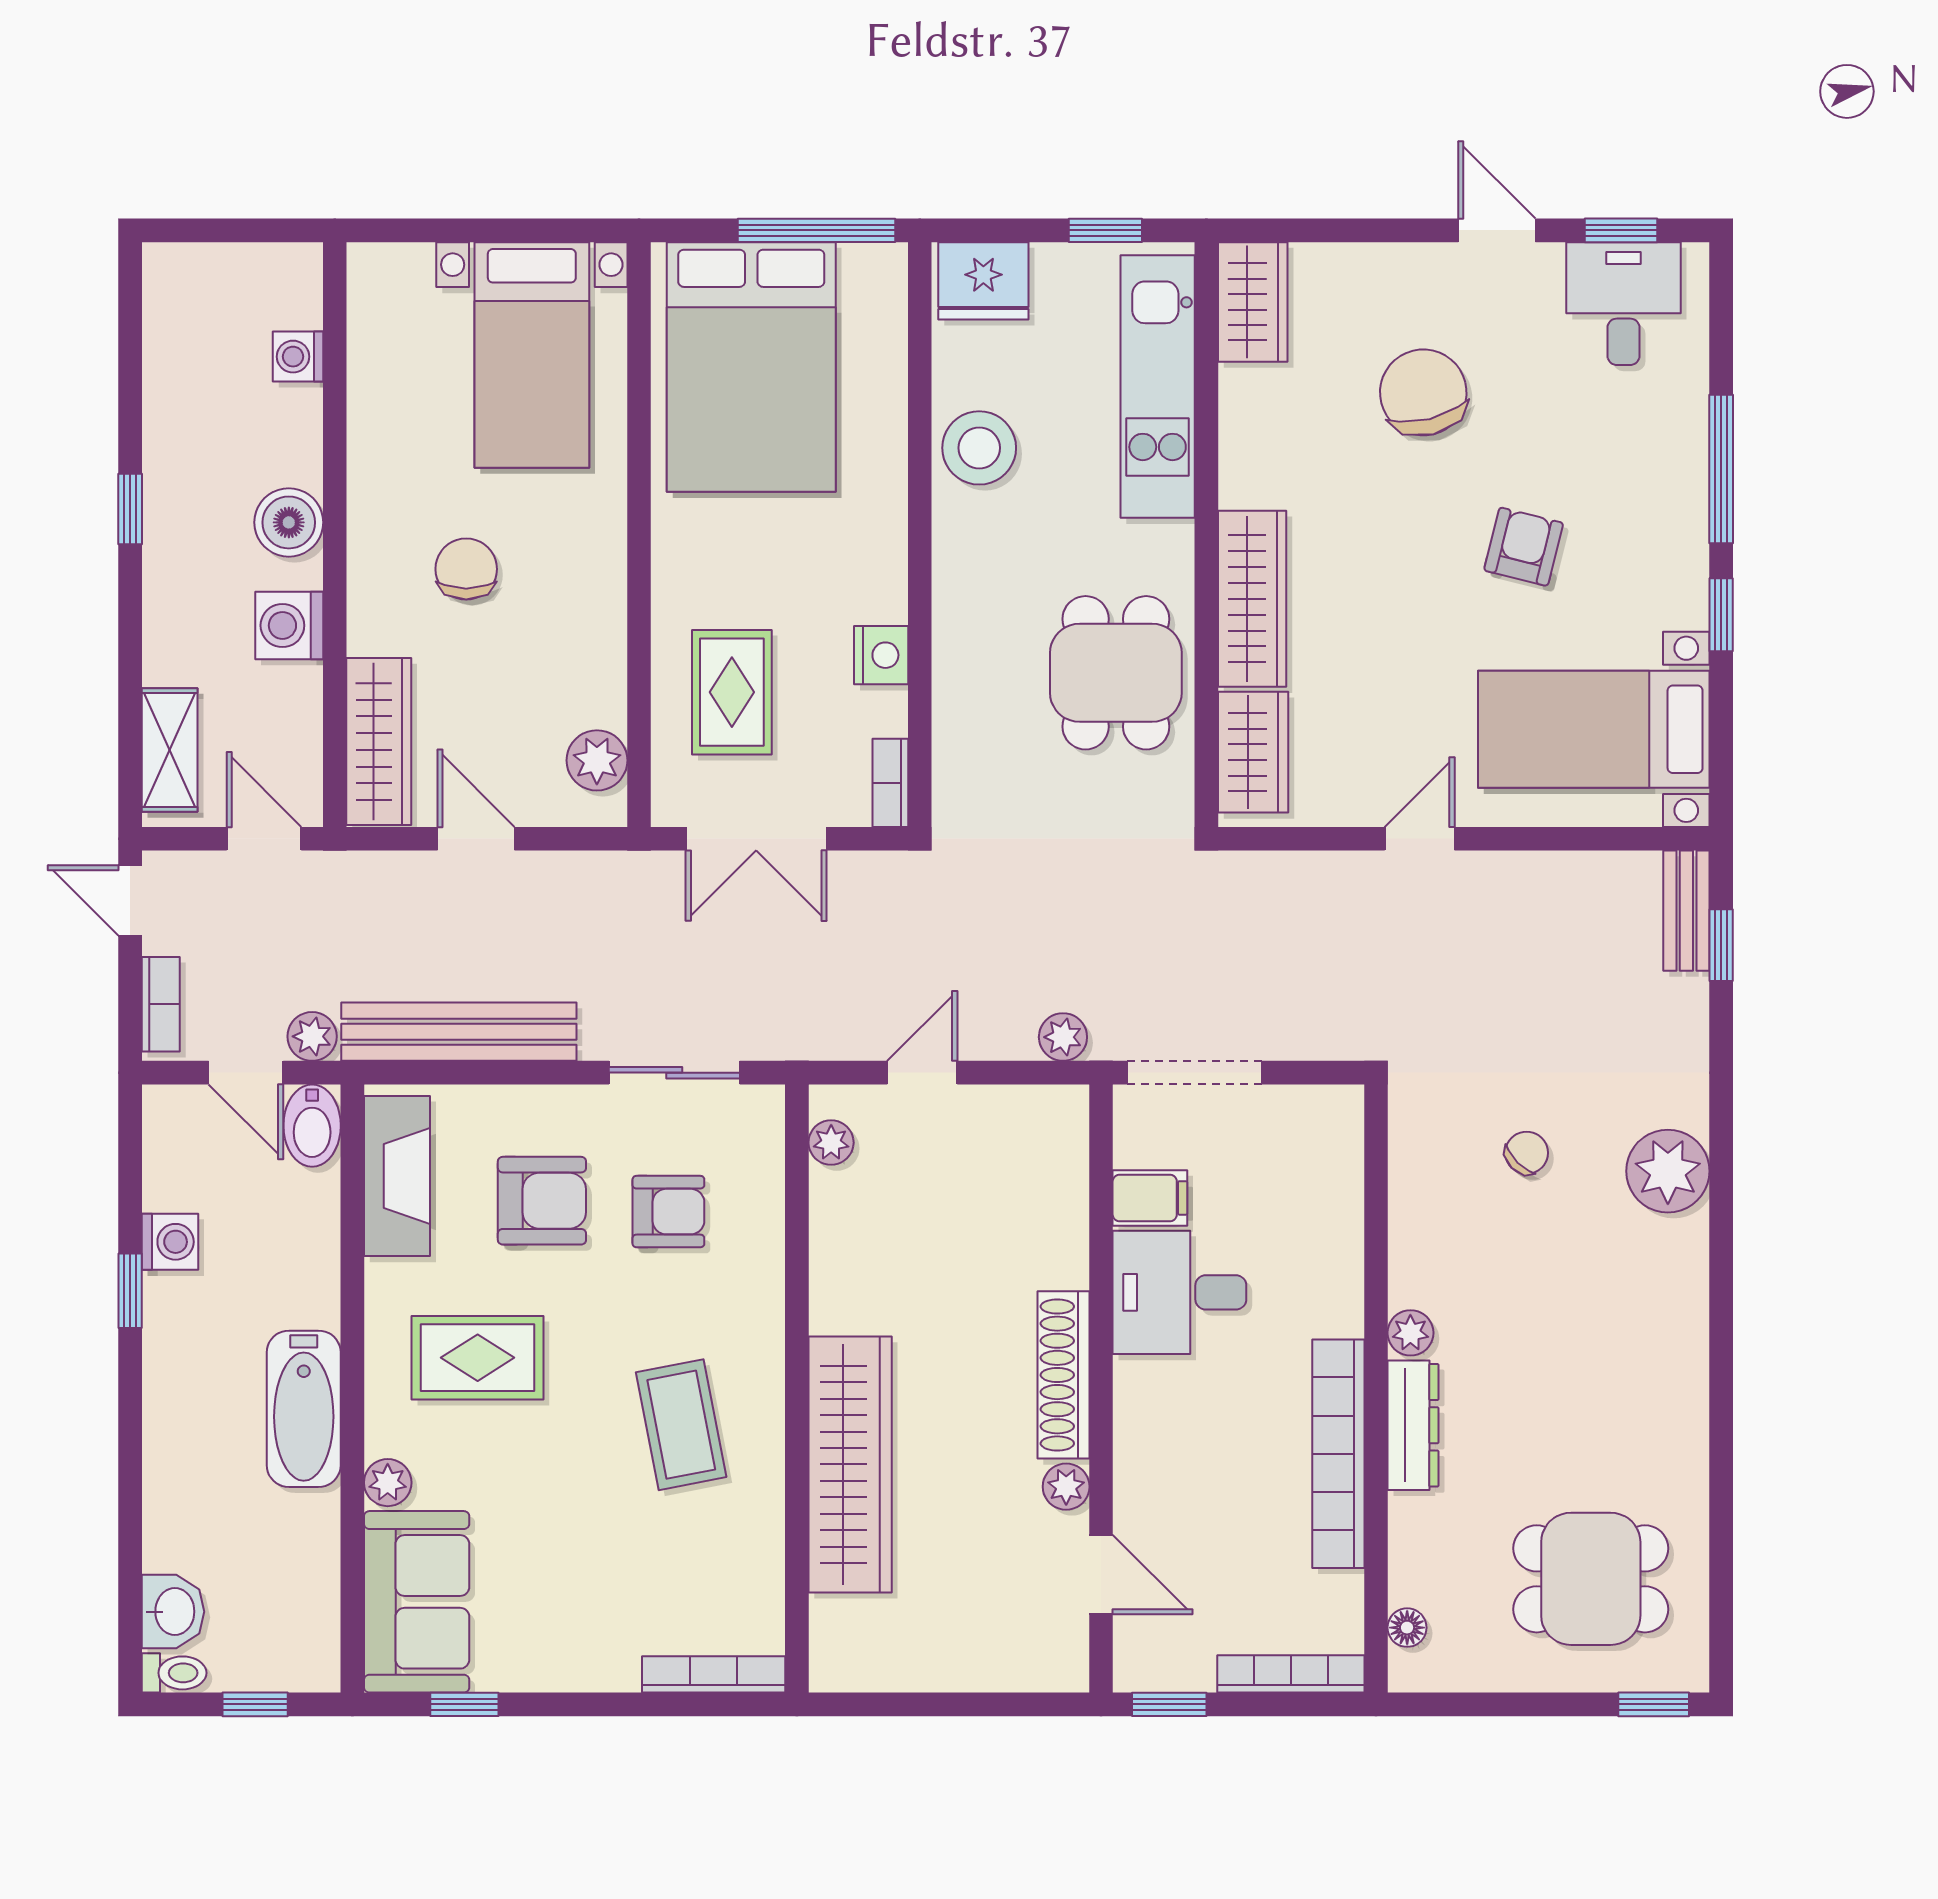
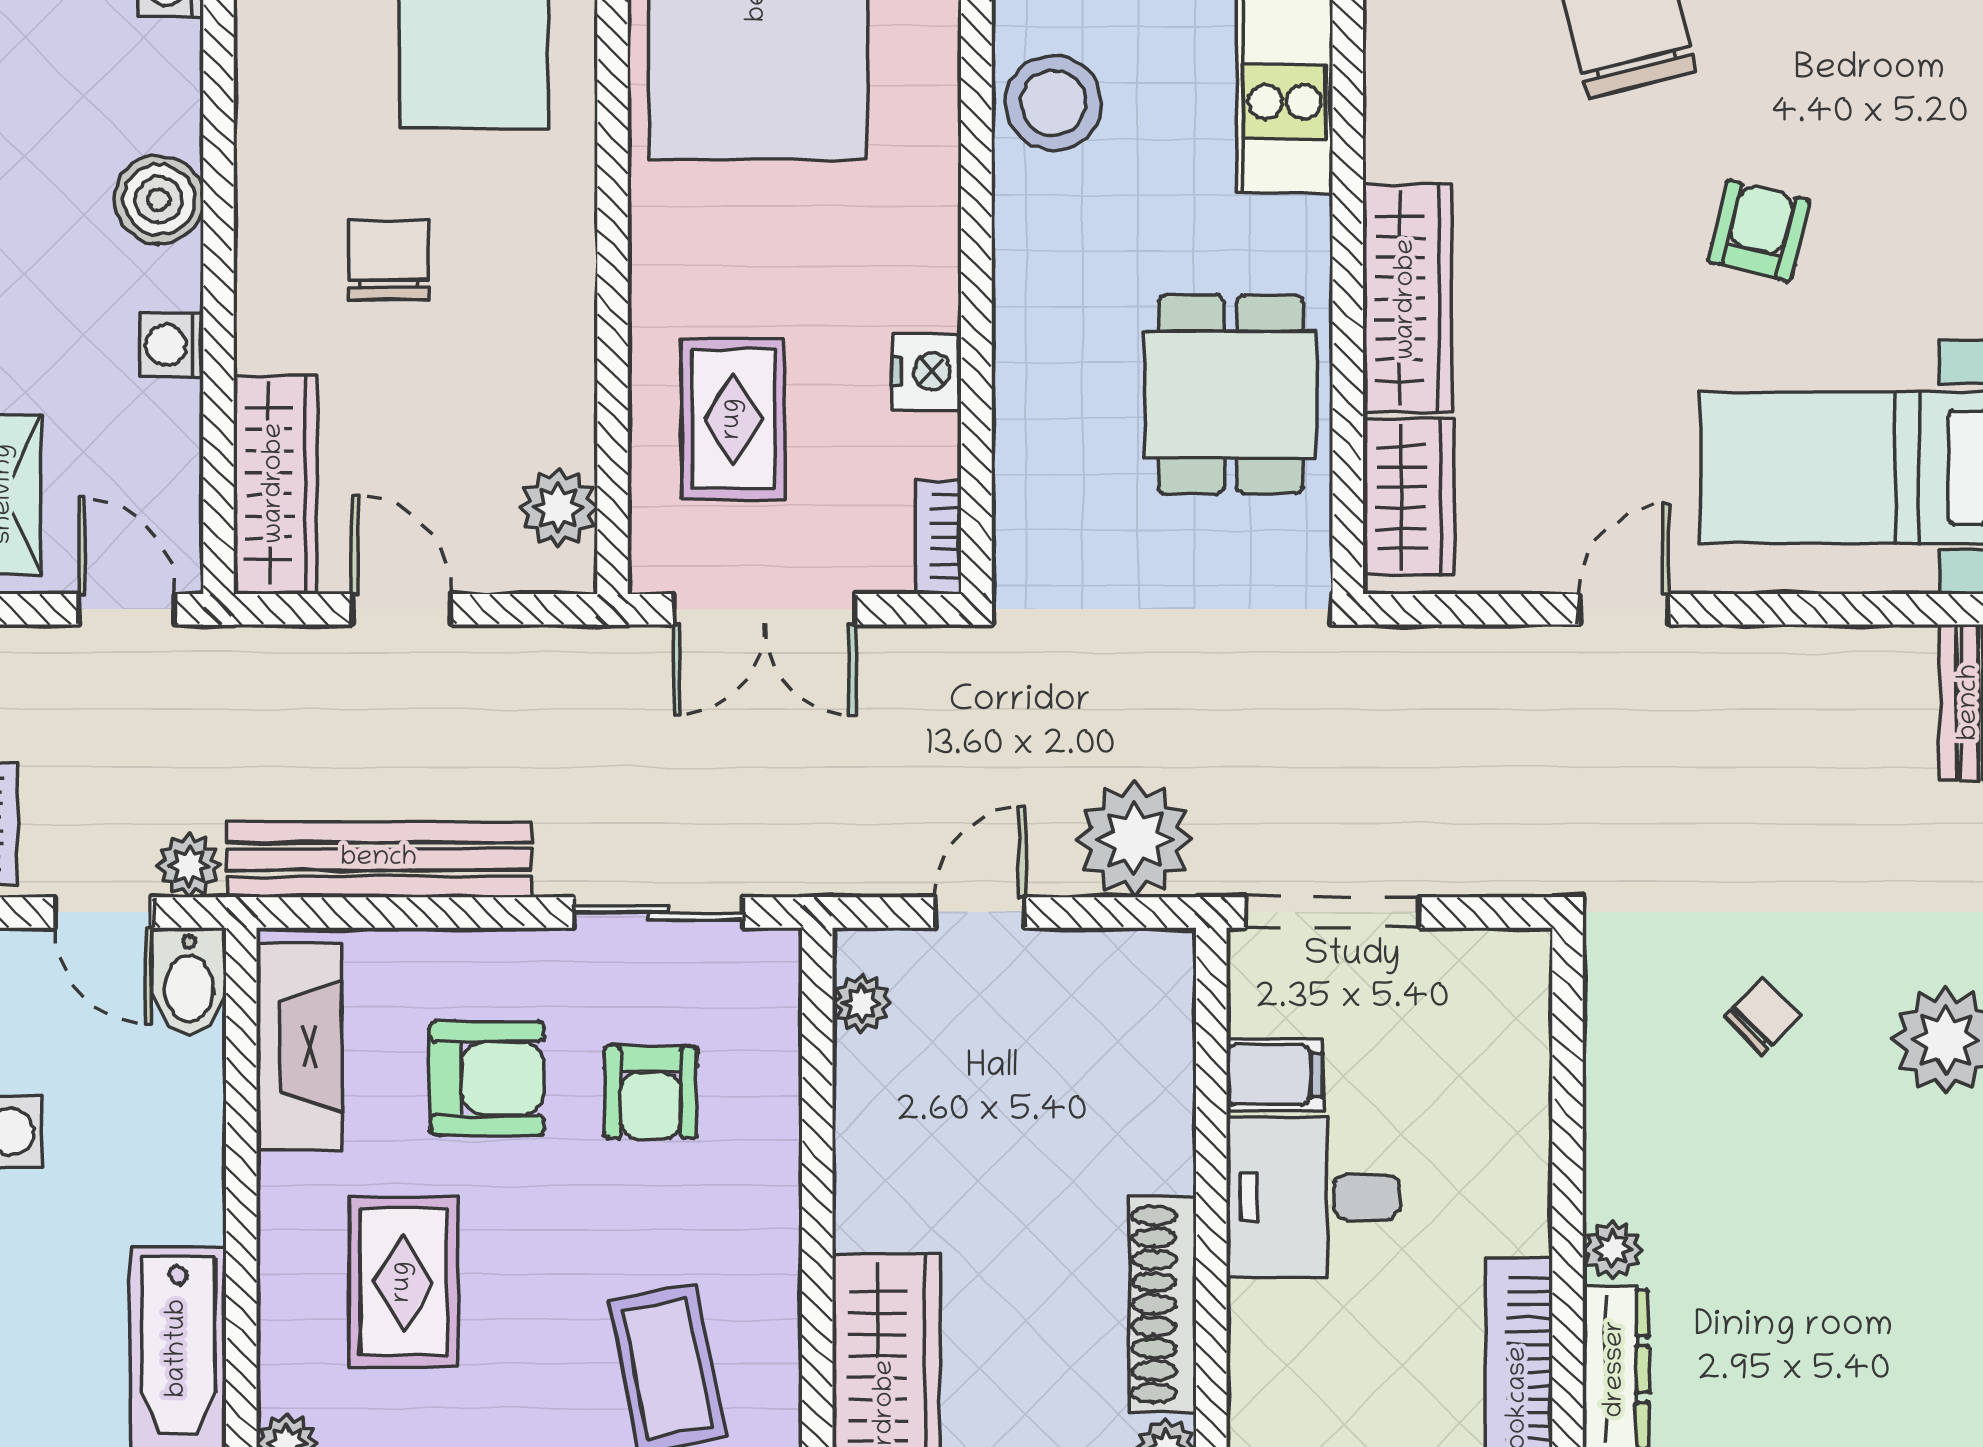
washing machine: (289, 625) -> (171, 345), width x0.73, depth x0.73
plant: (1063, 1037) -> (1135, 839), width x1.88, depth x1.88
armchair: (668, 1212) -> (651, 1092), turned 90
rug: (478, 1358) -> (403, 1282), turned 90

